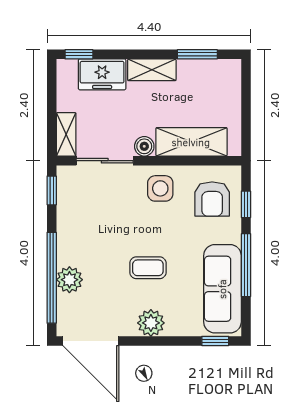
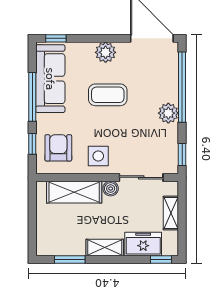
shelving: (66, 134) -> (171, 213), moved
coffee table: (148, 268) -> (108, 95), width x1.36, depth x1.30
plant: (69, 280) -> (168, 113), moved

